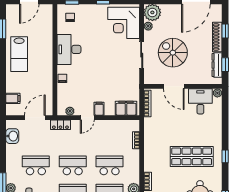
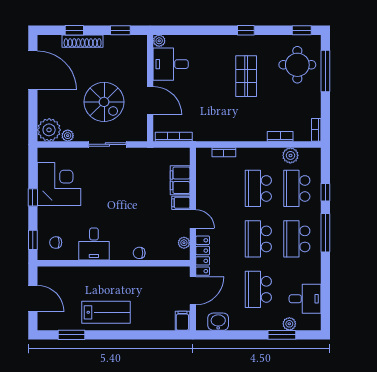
corner desk: (124, 23) -> (59, 184), moved, turned -90
desk: (69, 49) -> (94, 244), width x0.73
spiral stairs: (173, 53) -> (104, 102), turned -90
dresser: (217, 65) -> (121, 41), removed
door: (174, 86) -> (150, 101), hinge flipped
filing cabinet: (13, 98) -> (182, 321), moved
filing cabinet: (126, 108) -> (180, 180), moved
door: (35, 118) -> (193, 291), swing flipped
locker: (60, 125) -> (203, 256), width x1.53
shop shelf: (192, 156) -> (246, 76), width x0.70, depth x0.74

